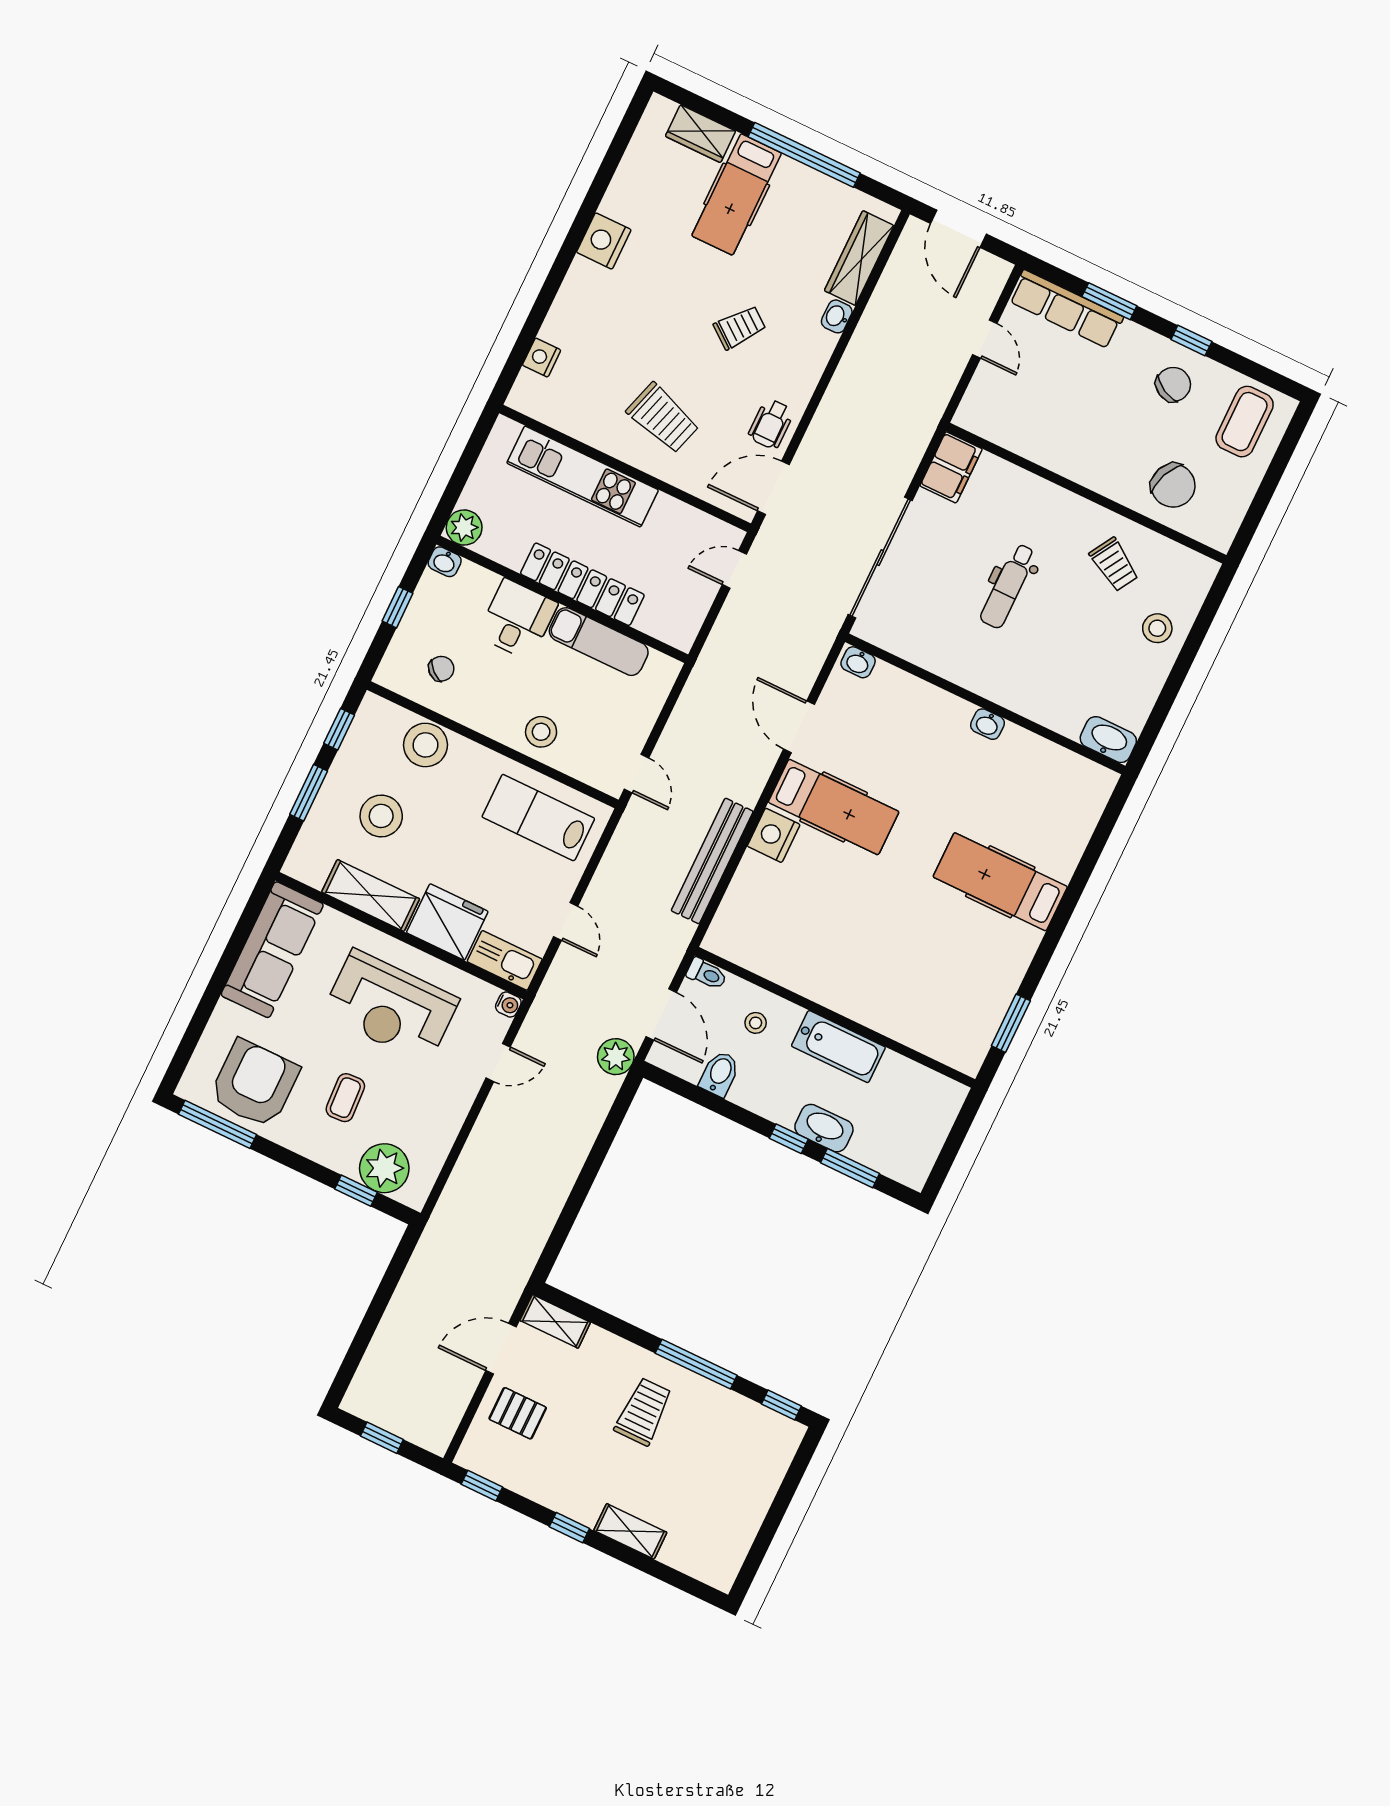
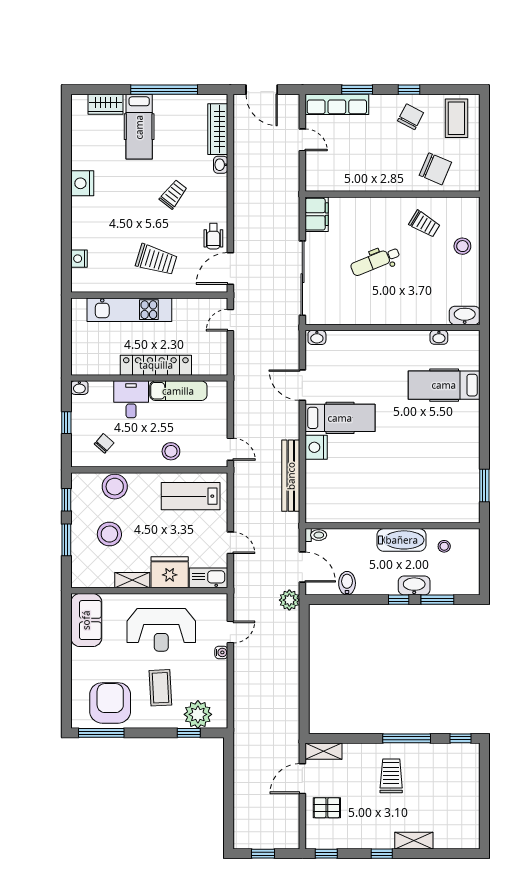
plant: (464, 527) -> (81, 365), removed
dental chair: (1008, 586) -> (375, 261), turned 68
washbasin: (987, 724) -> (439, 337), moved
hospital bed: (1000, 882) -> (444, 385), moved
shelving: (371, 895) -> (132, 580), width x0.67, depth x0.75
sofa: (272, 950) -> (86, 620), width x0.73
water cooler: (508, 1004) -> (221, 652), moved
stool: (756, 1023) -> (444, 546), moved
coffee table: (345, 1098) -> (160, 688), width x1.36, depth x1.30

